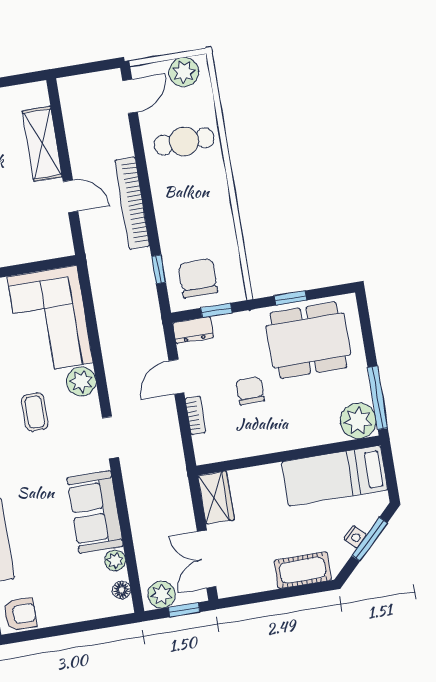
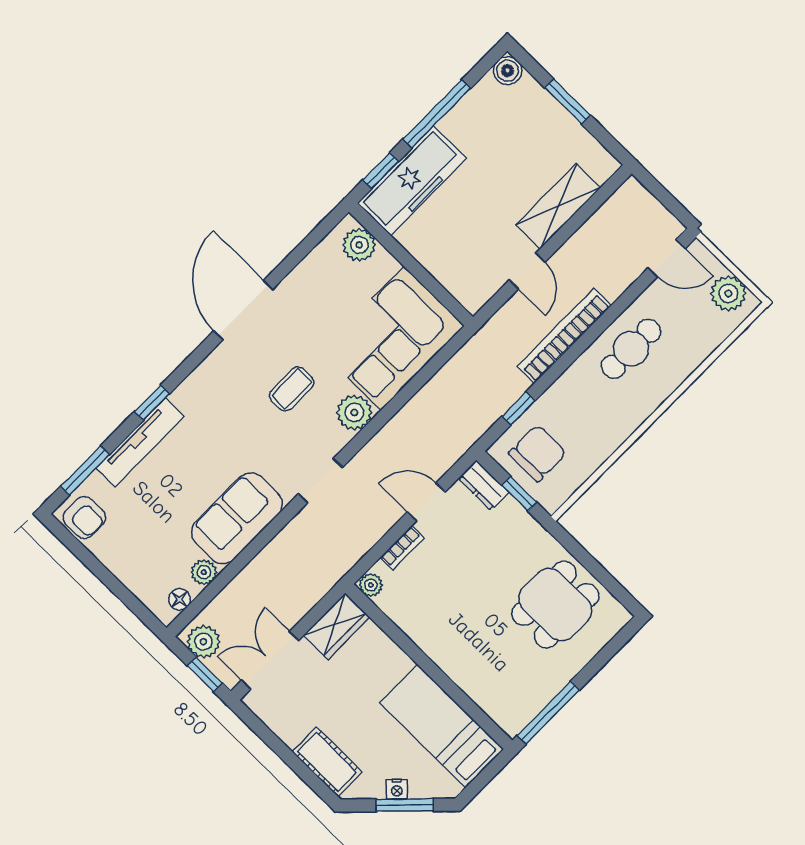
cafe table: (184, 142) -> (631, 349), moved, turned 90
window: (291, 298) -> (584, 557), removed
dining table: (308, 340) -> (555, 605), width x0.73
chair: (250, 391) -> (465, 583), removed
plant: (358, 421) -> (371, 585), moved, width x0.53, depth x0.53

